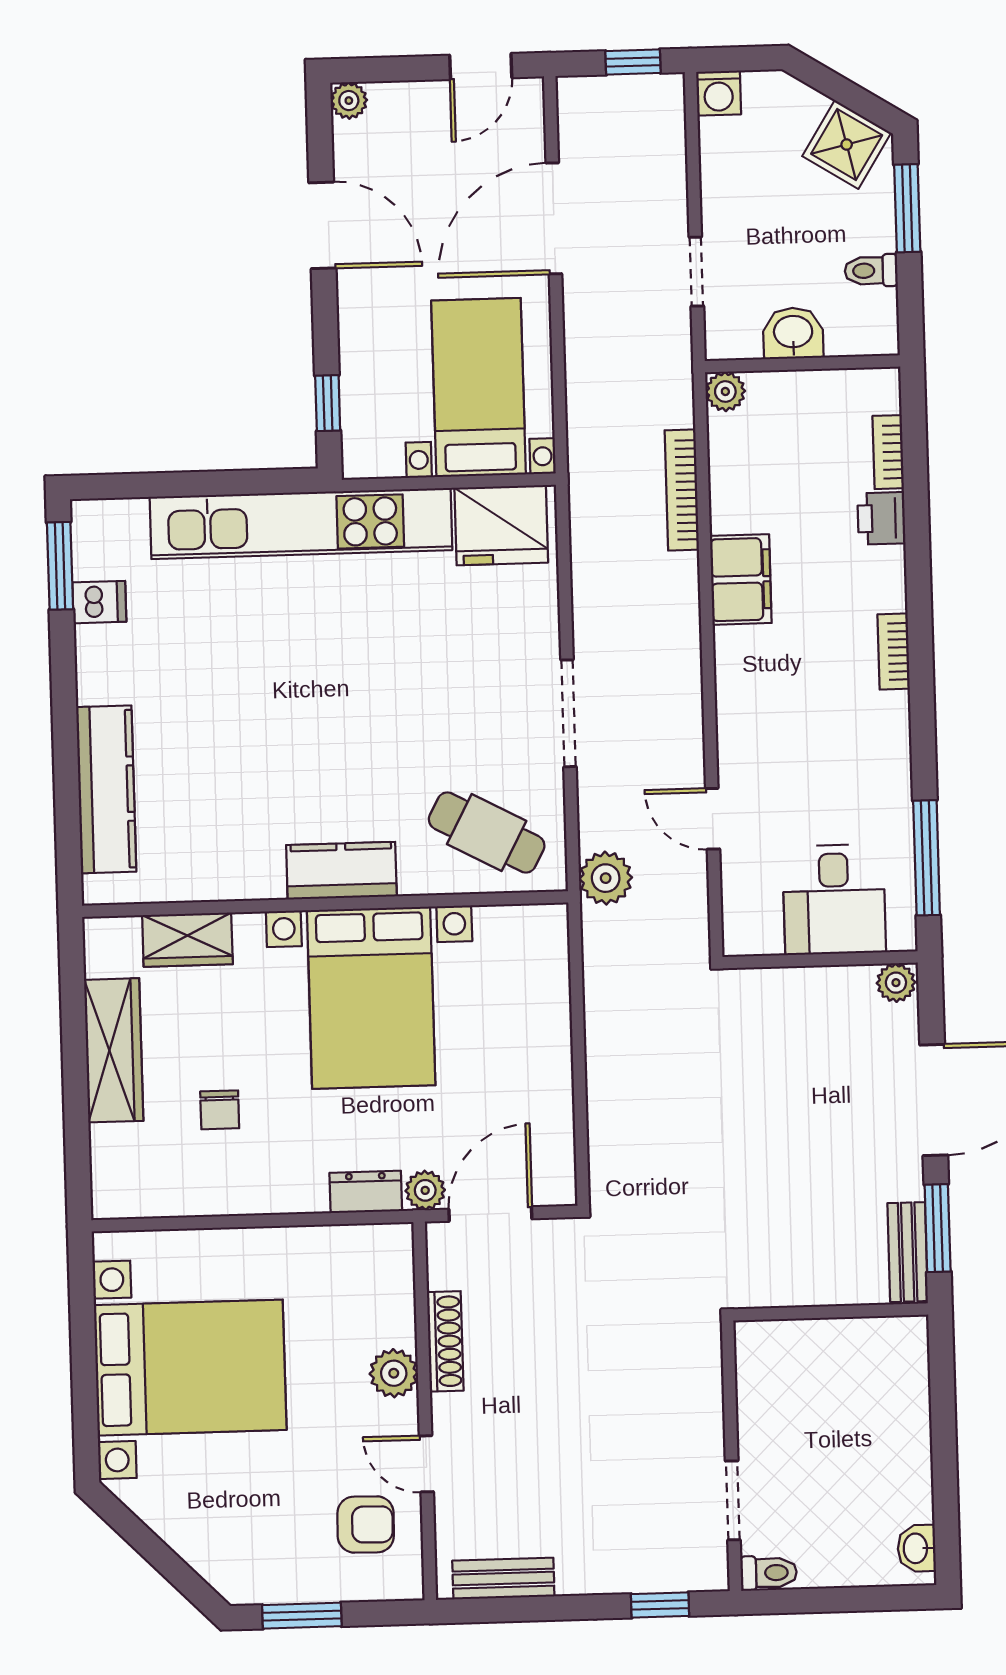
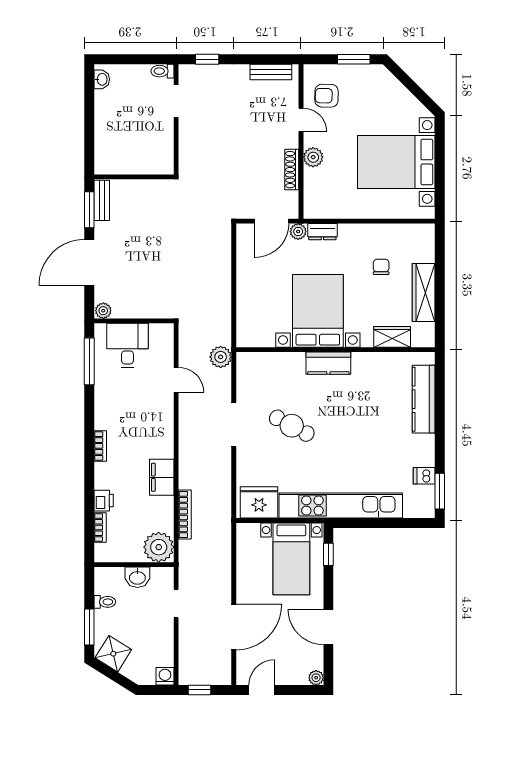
bed with nightstands: (479, 387) -> (291, 559), moved
plant: (725, 391) -> (159, 547), width x1.87, depth x1.87
cafe table: (487, 832) -> (292, 426), moved

